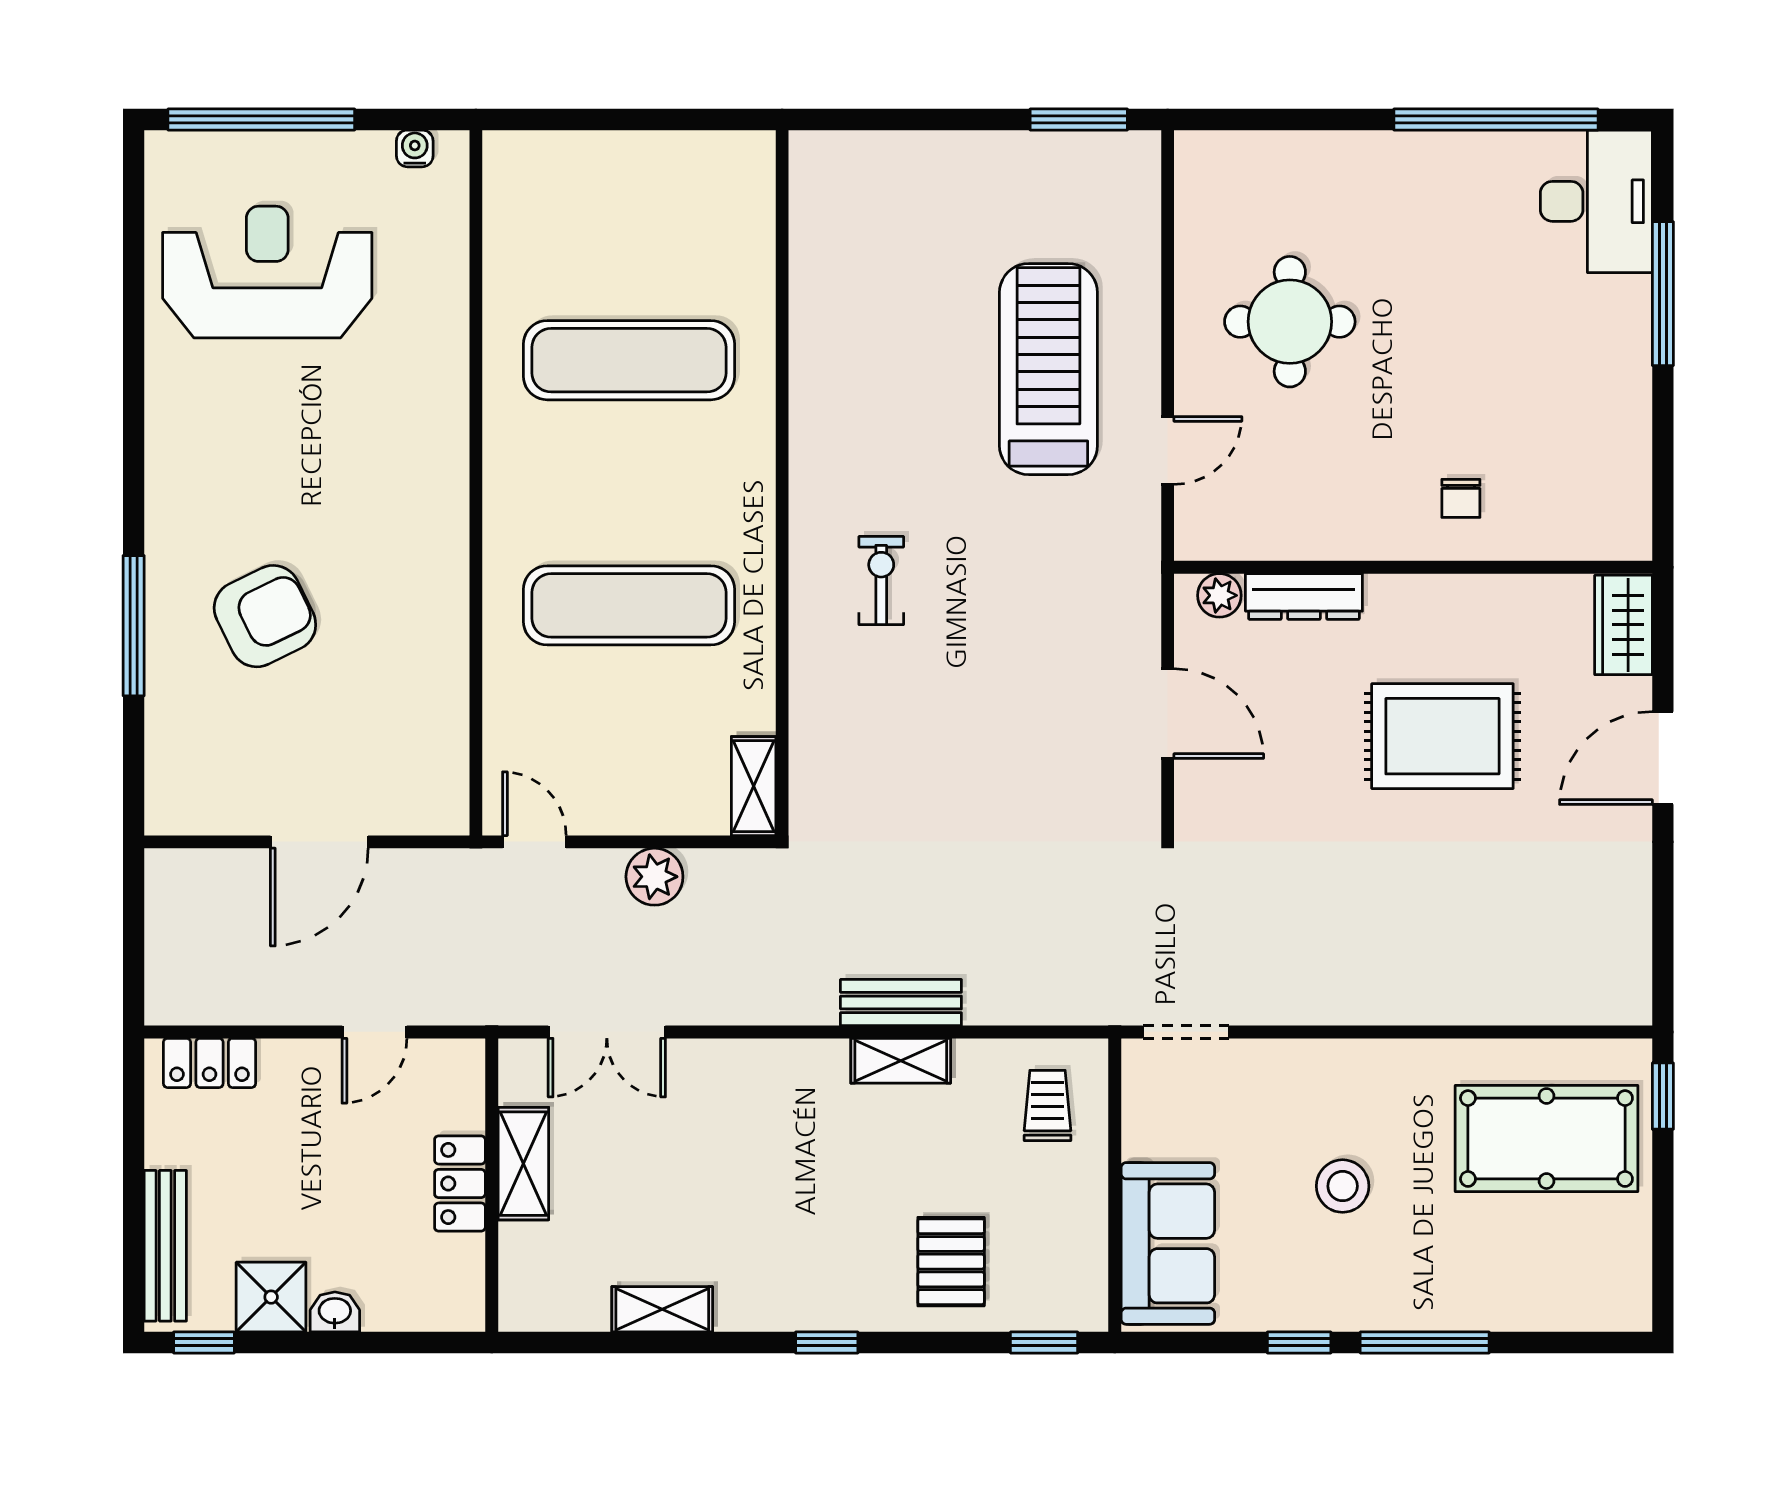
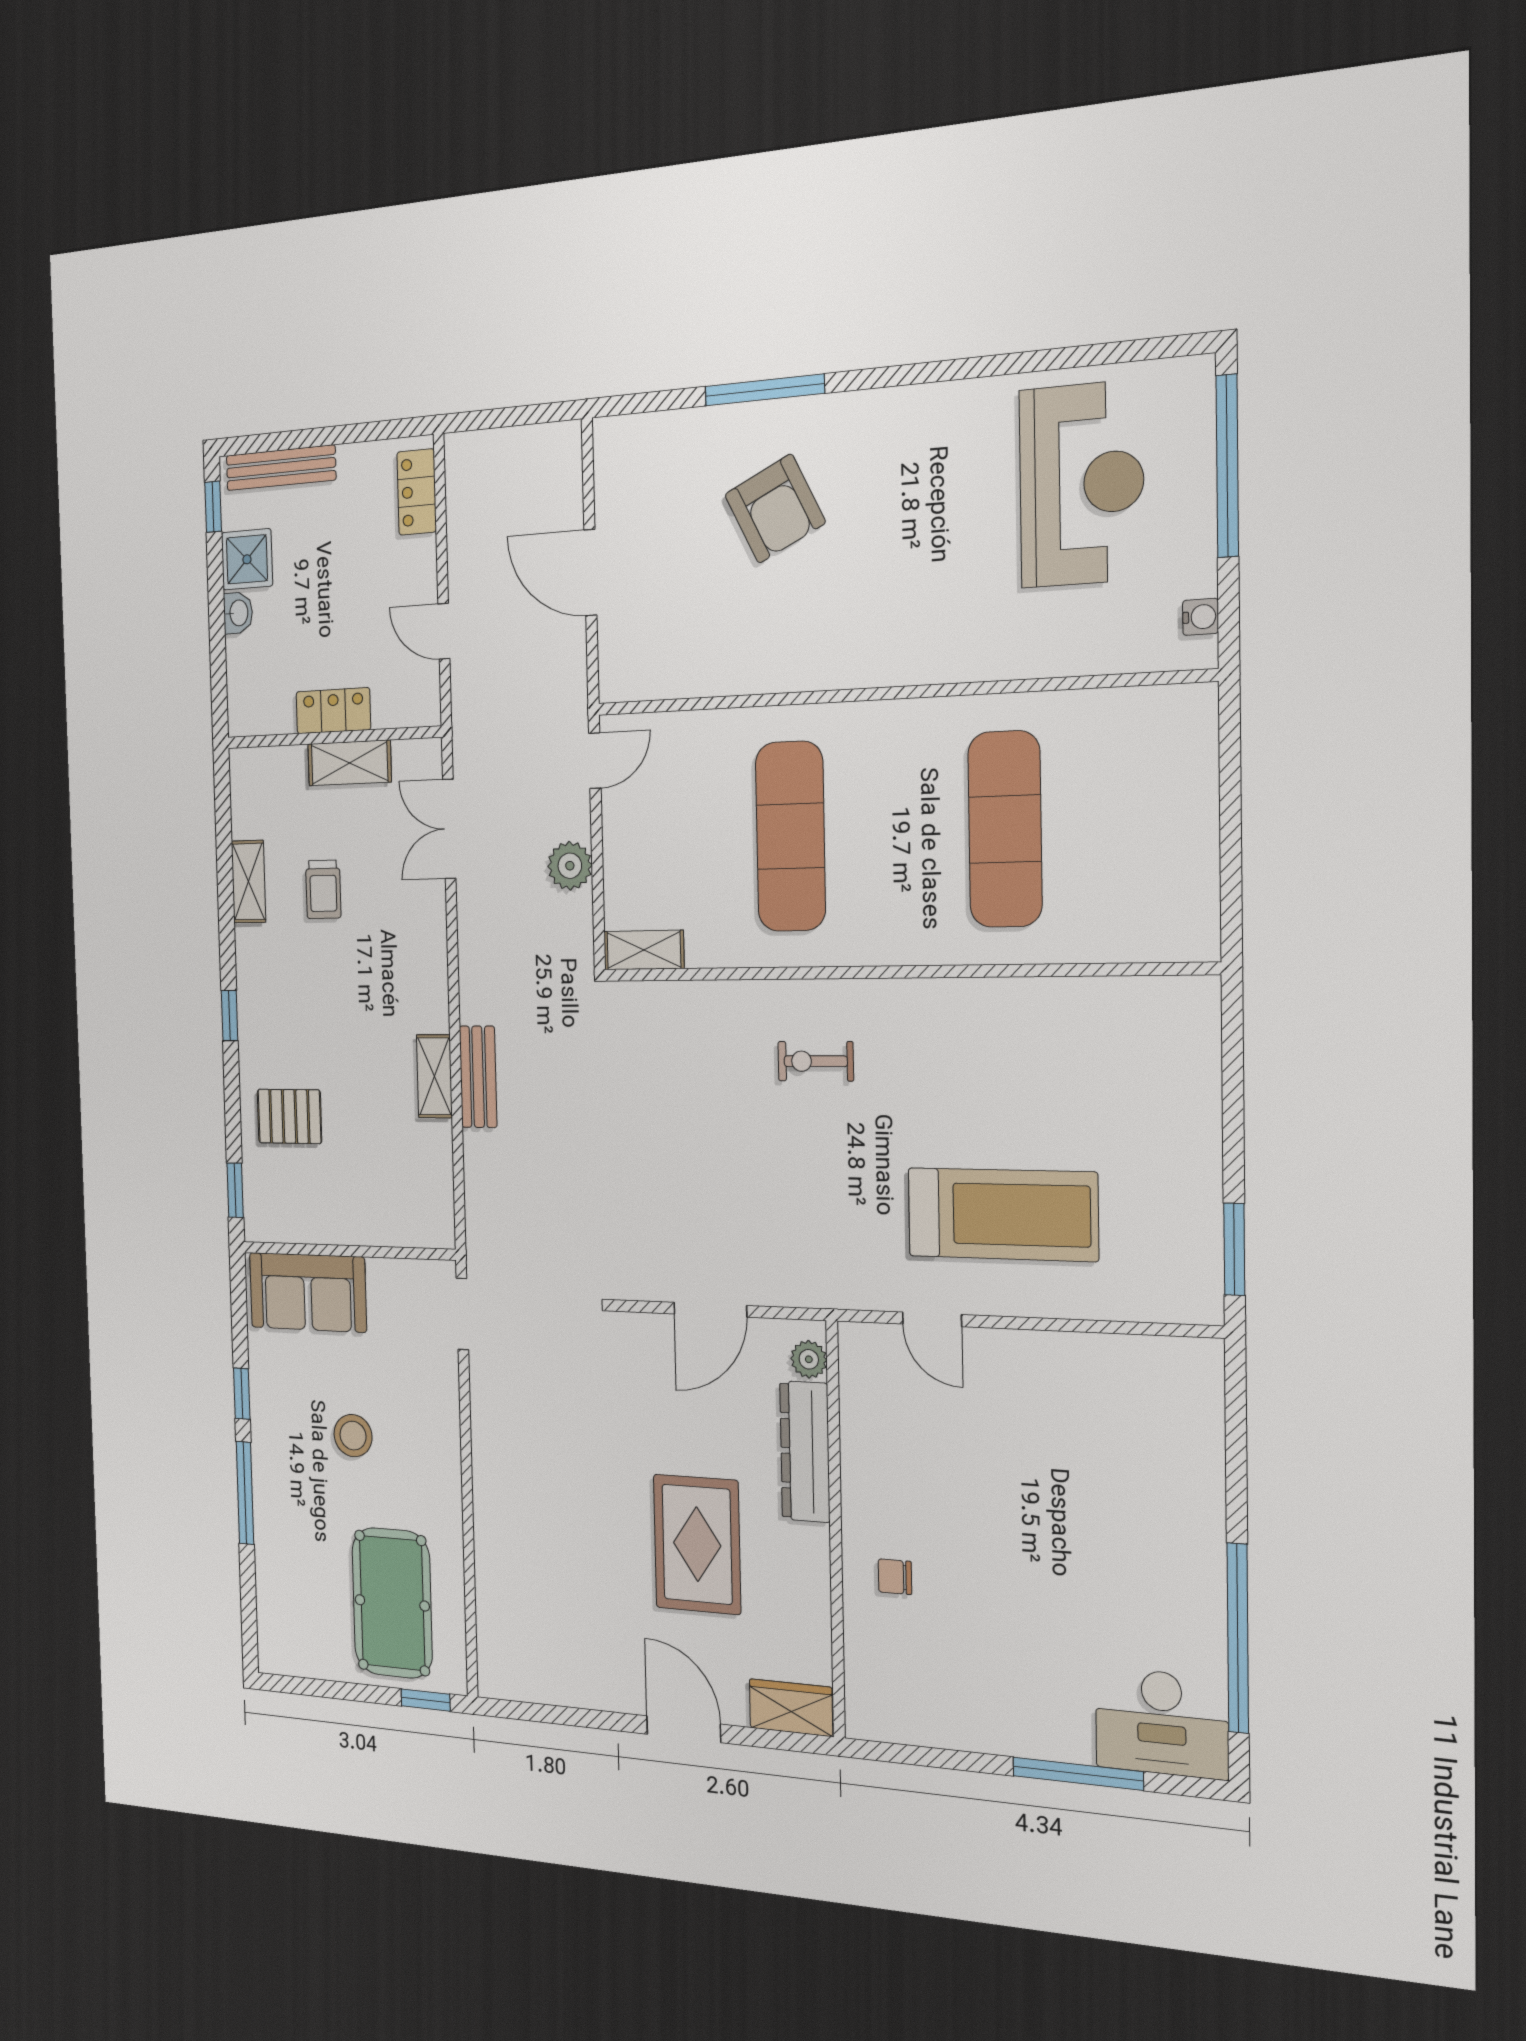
round table: (1290, 322) -> (1048, 1435), removed
exercise bike: (881, 581) -> (816, 1061), turned 180
dresser: (1304, 597) -> (805, 1452), width x1.37, depth x1.24
trolley: (1047, 1106) -> (323, 889), moved, turned 90

